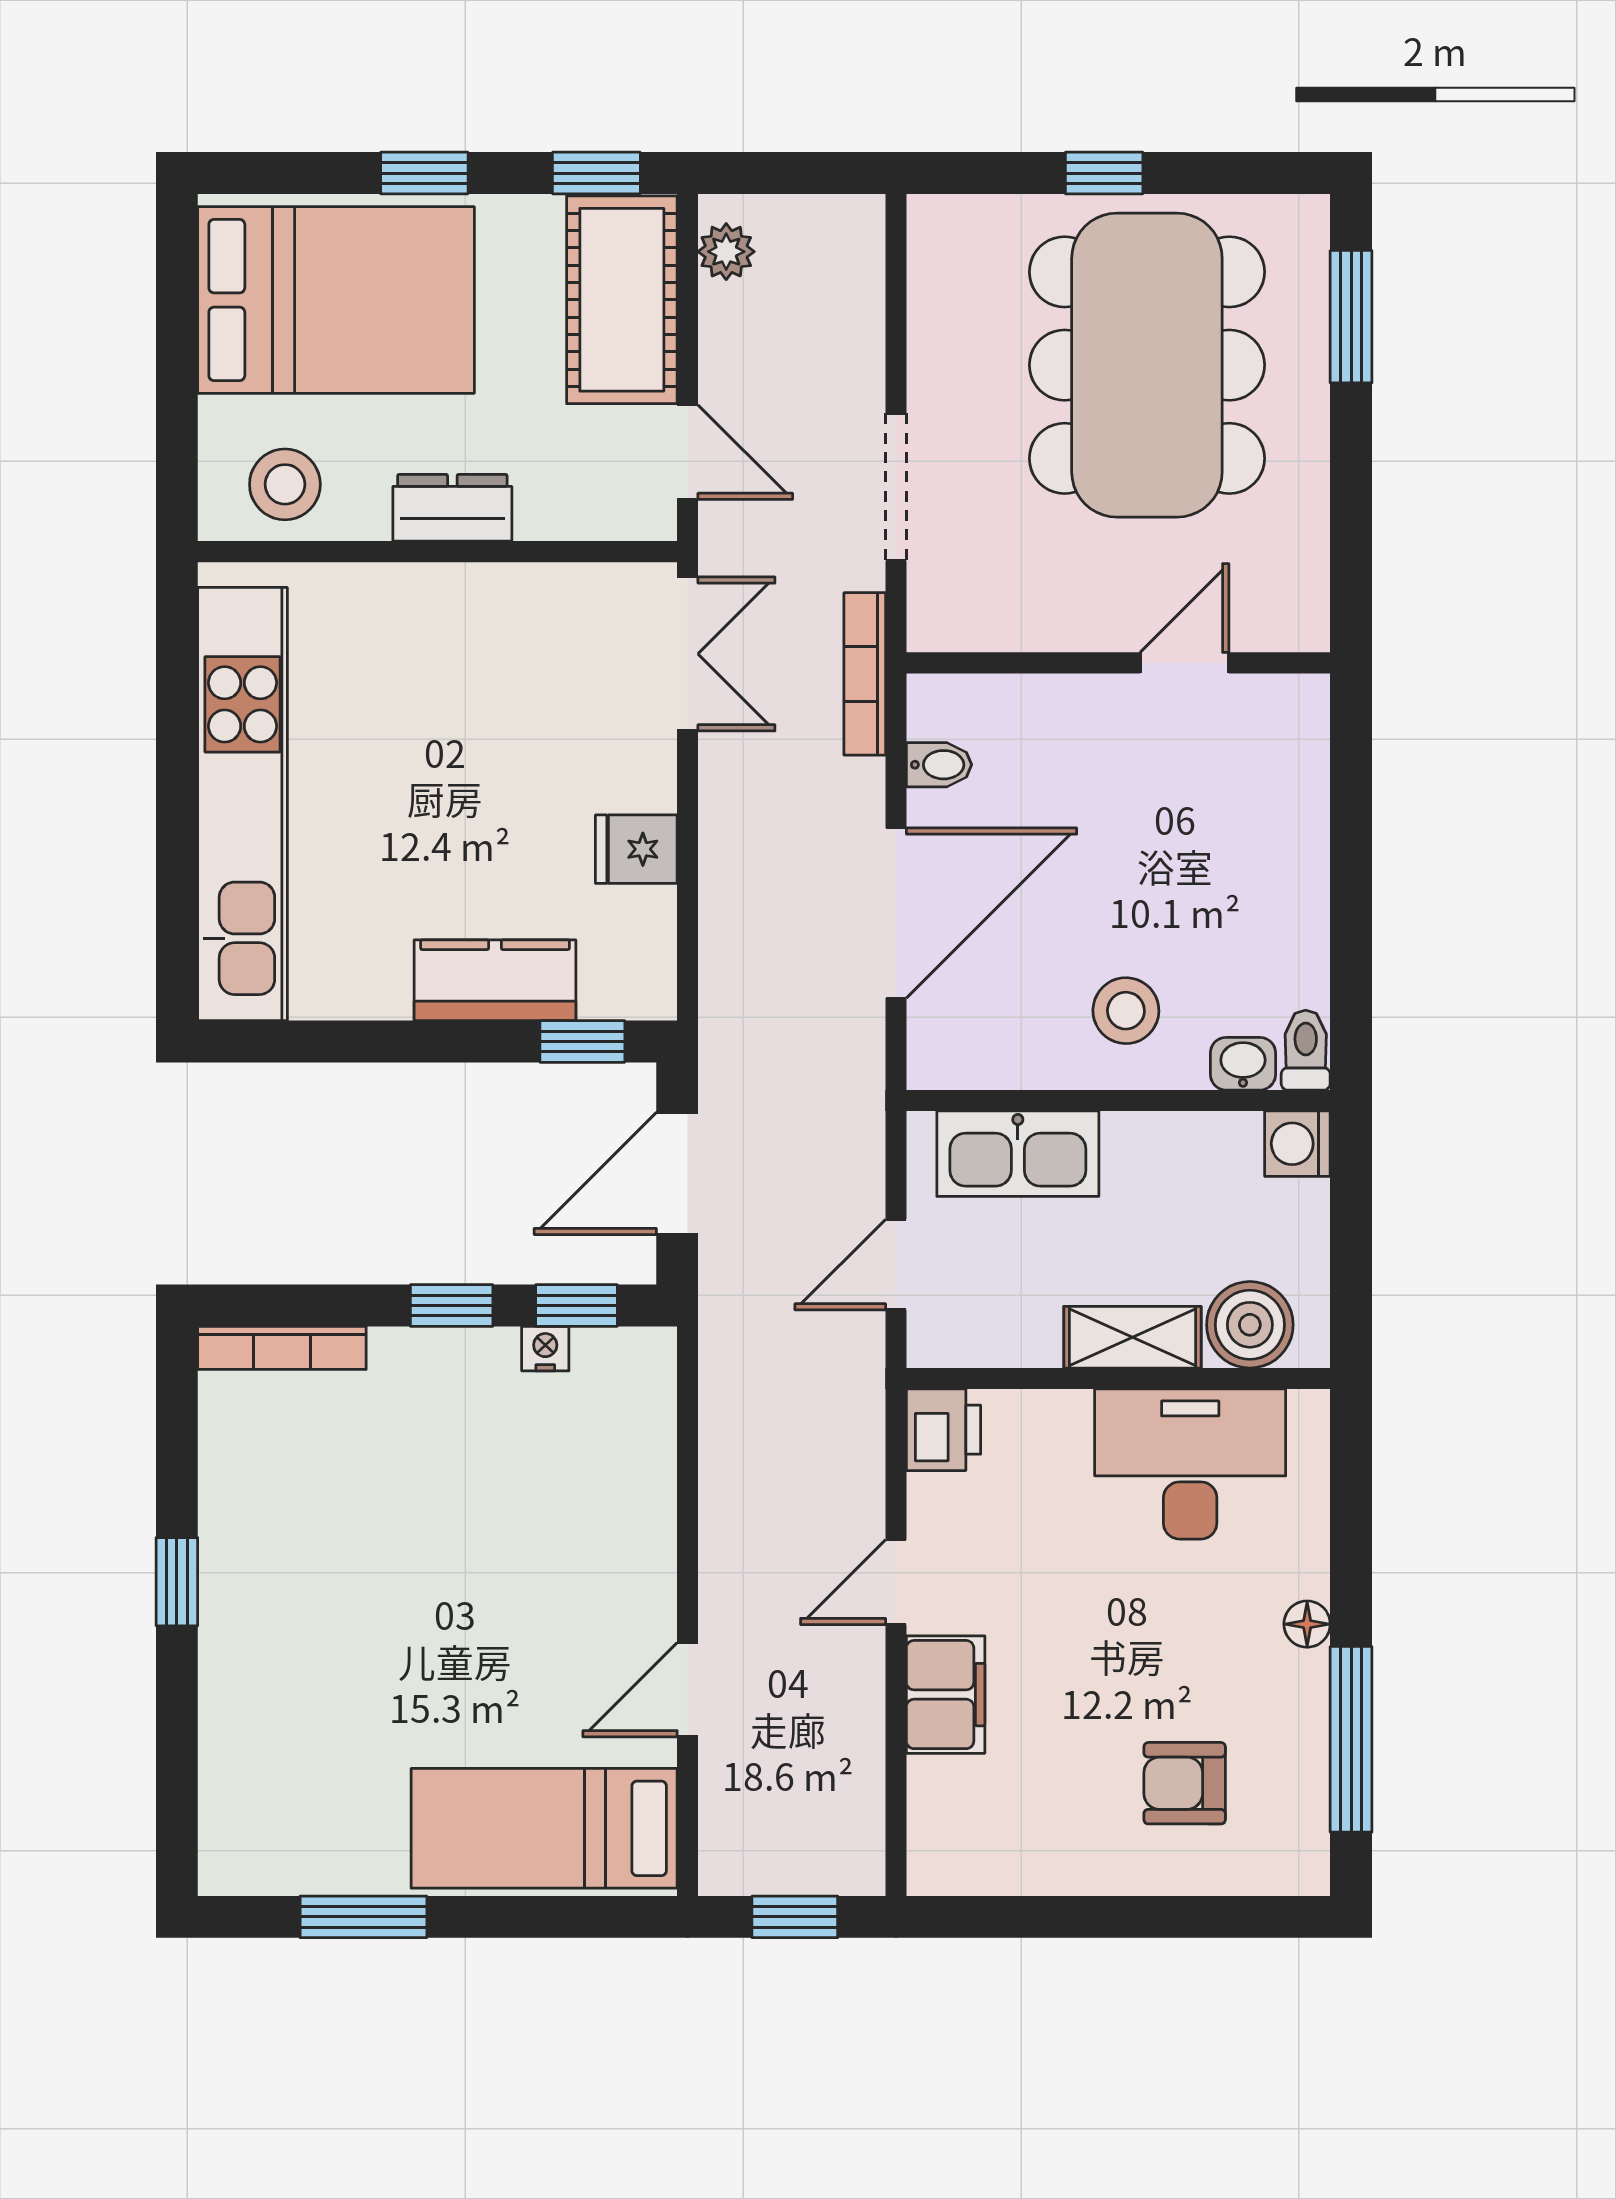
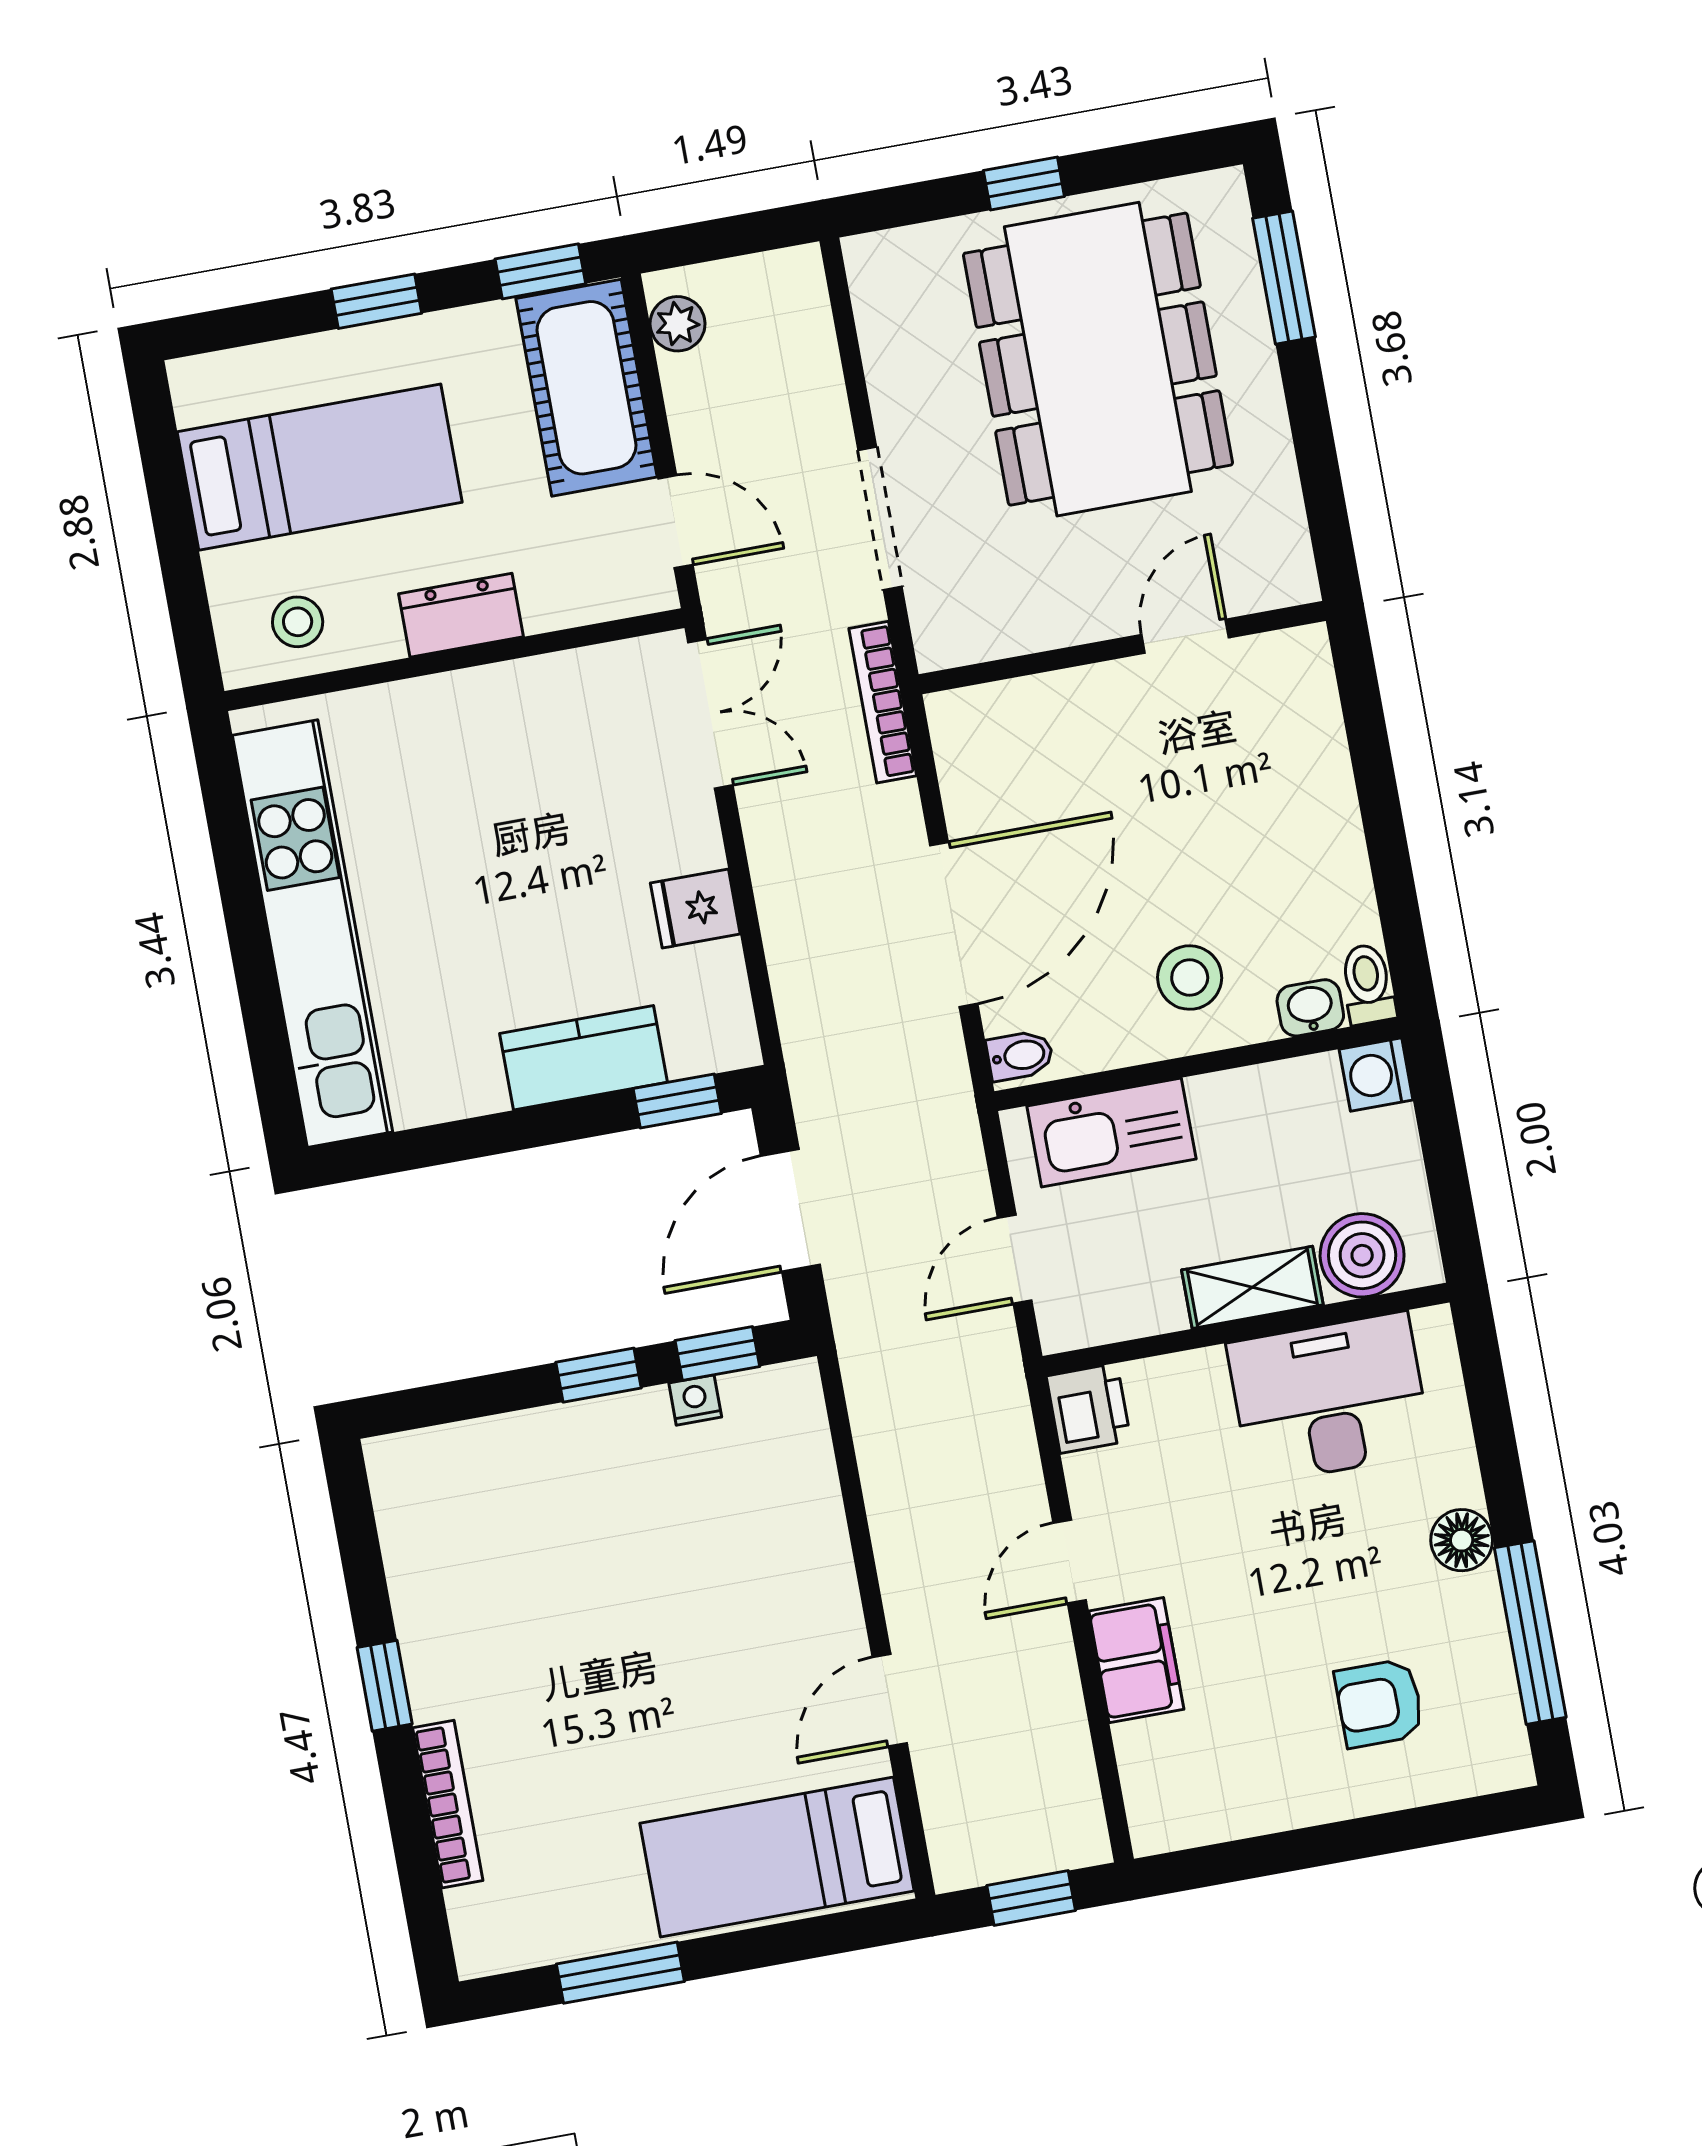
bed: (336, 300) -> (320, 467), width x0.67
stool: (285, 484) -> (298, 622), width x0.73, depth x0.73
bidet: (939, 765) -> (1020, 1056), moved
bookcase: (282, 1348) -> (448, 1804), moved, turned -90
floor lamp: (1307, 1624) -> (1462, 1540), width x1.37, depth x1.37

